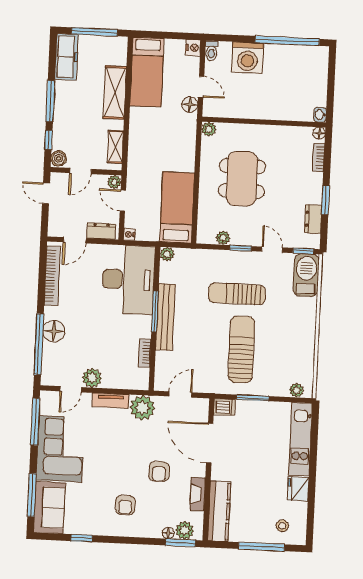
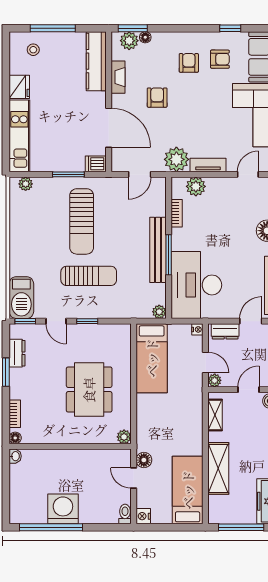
washing machine: (248, 58) -> (63, 509), moved
plant: (223, 238) -> (105, 330), removed
plant: (92, 378) -> (196, 186), moved
armchair: (94, 507) -> (220, 59), added

